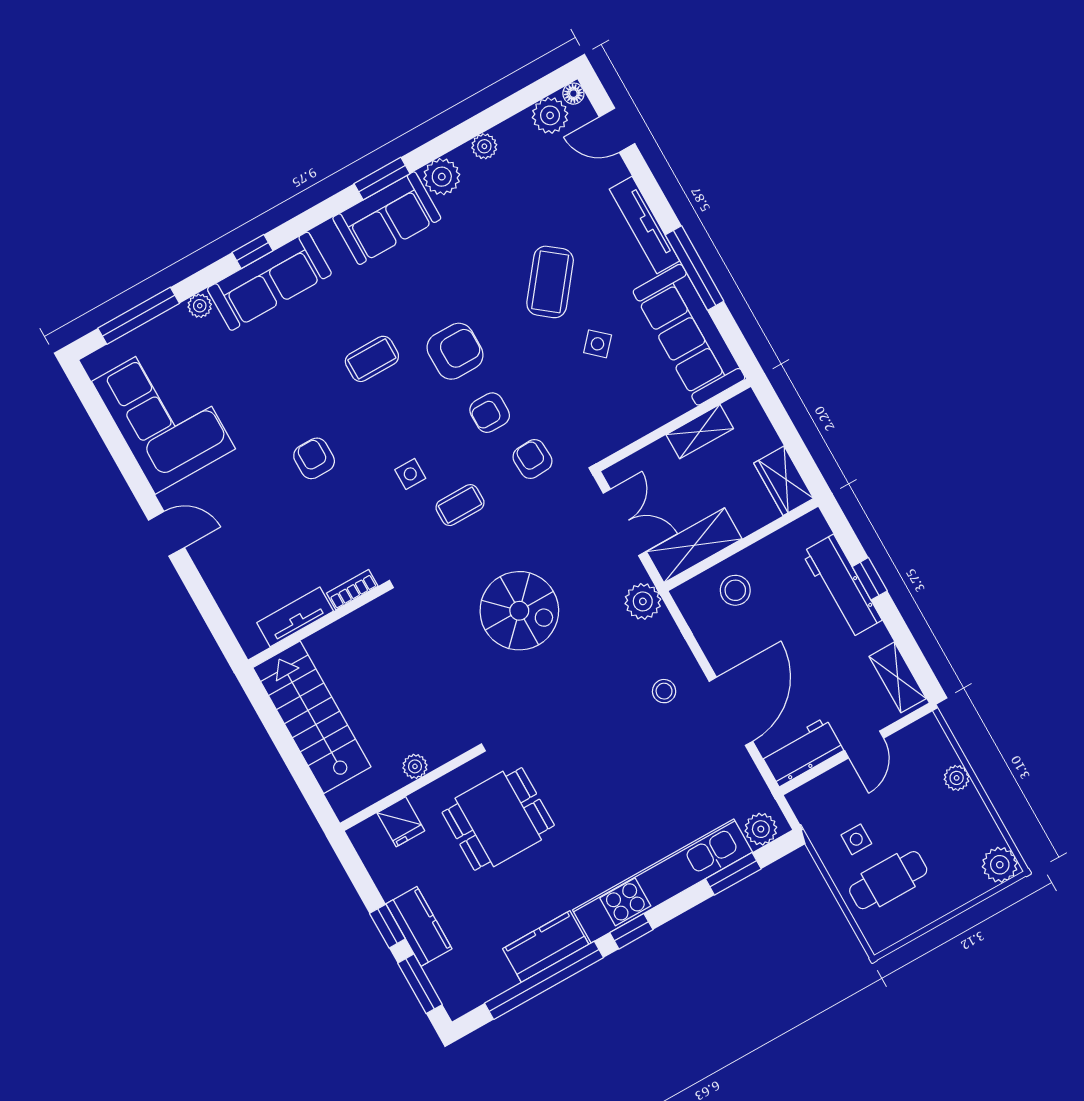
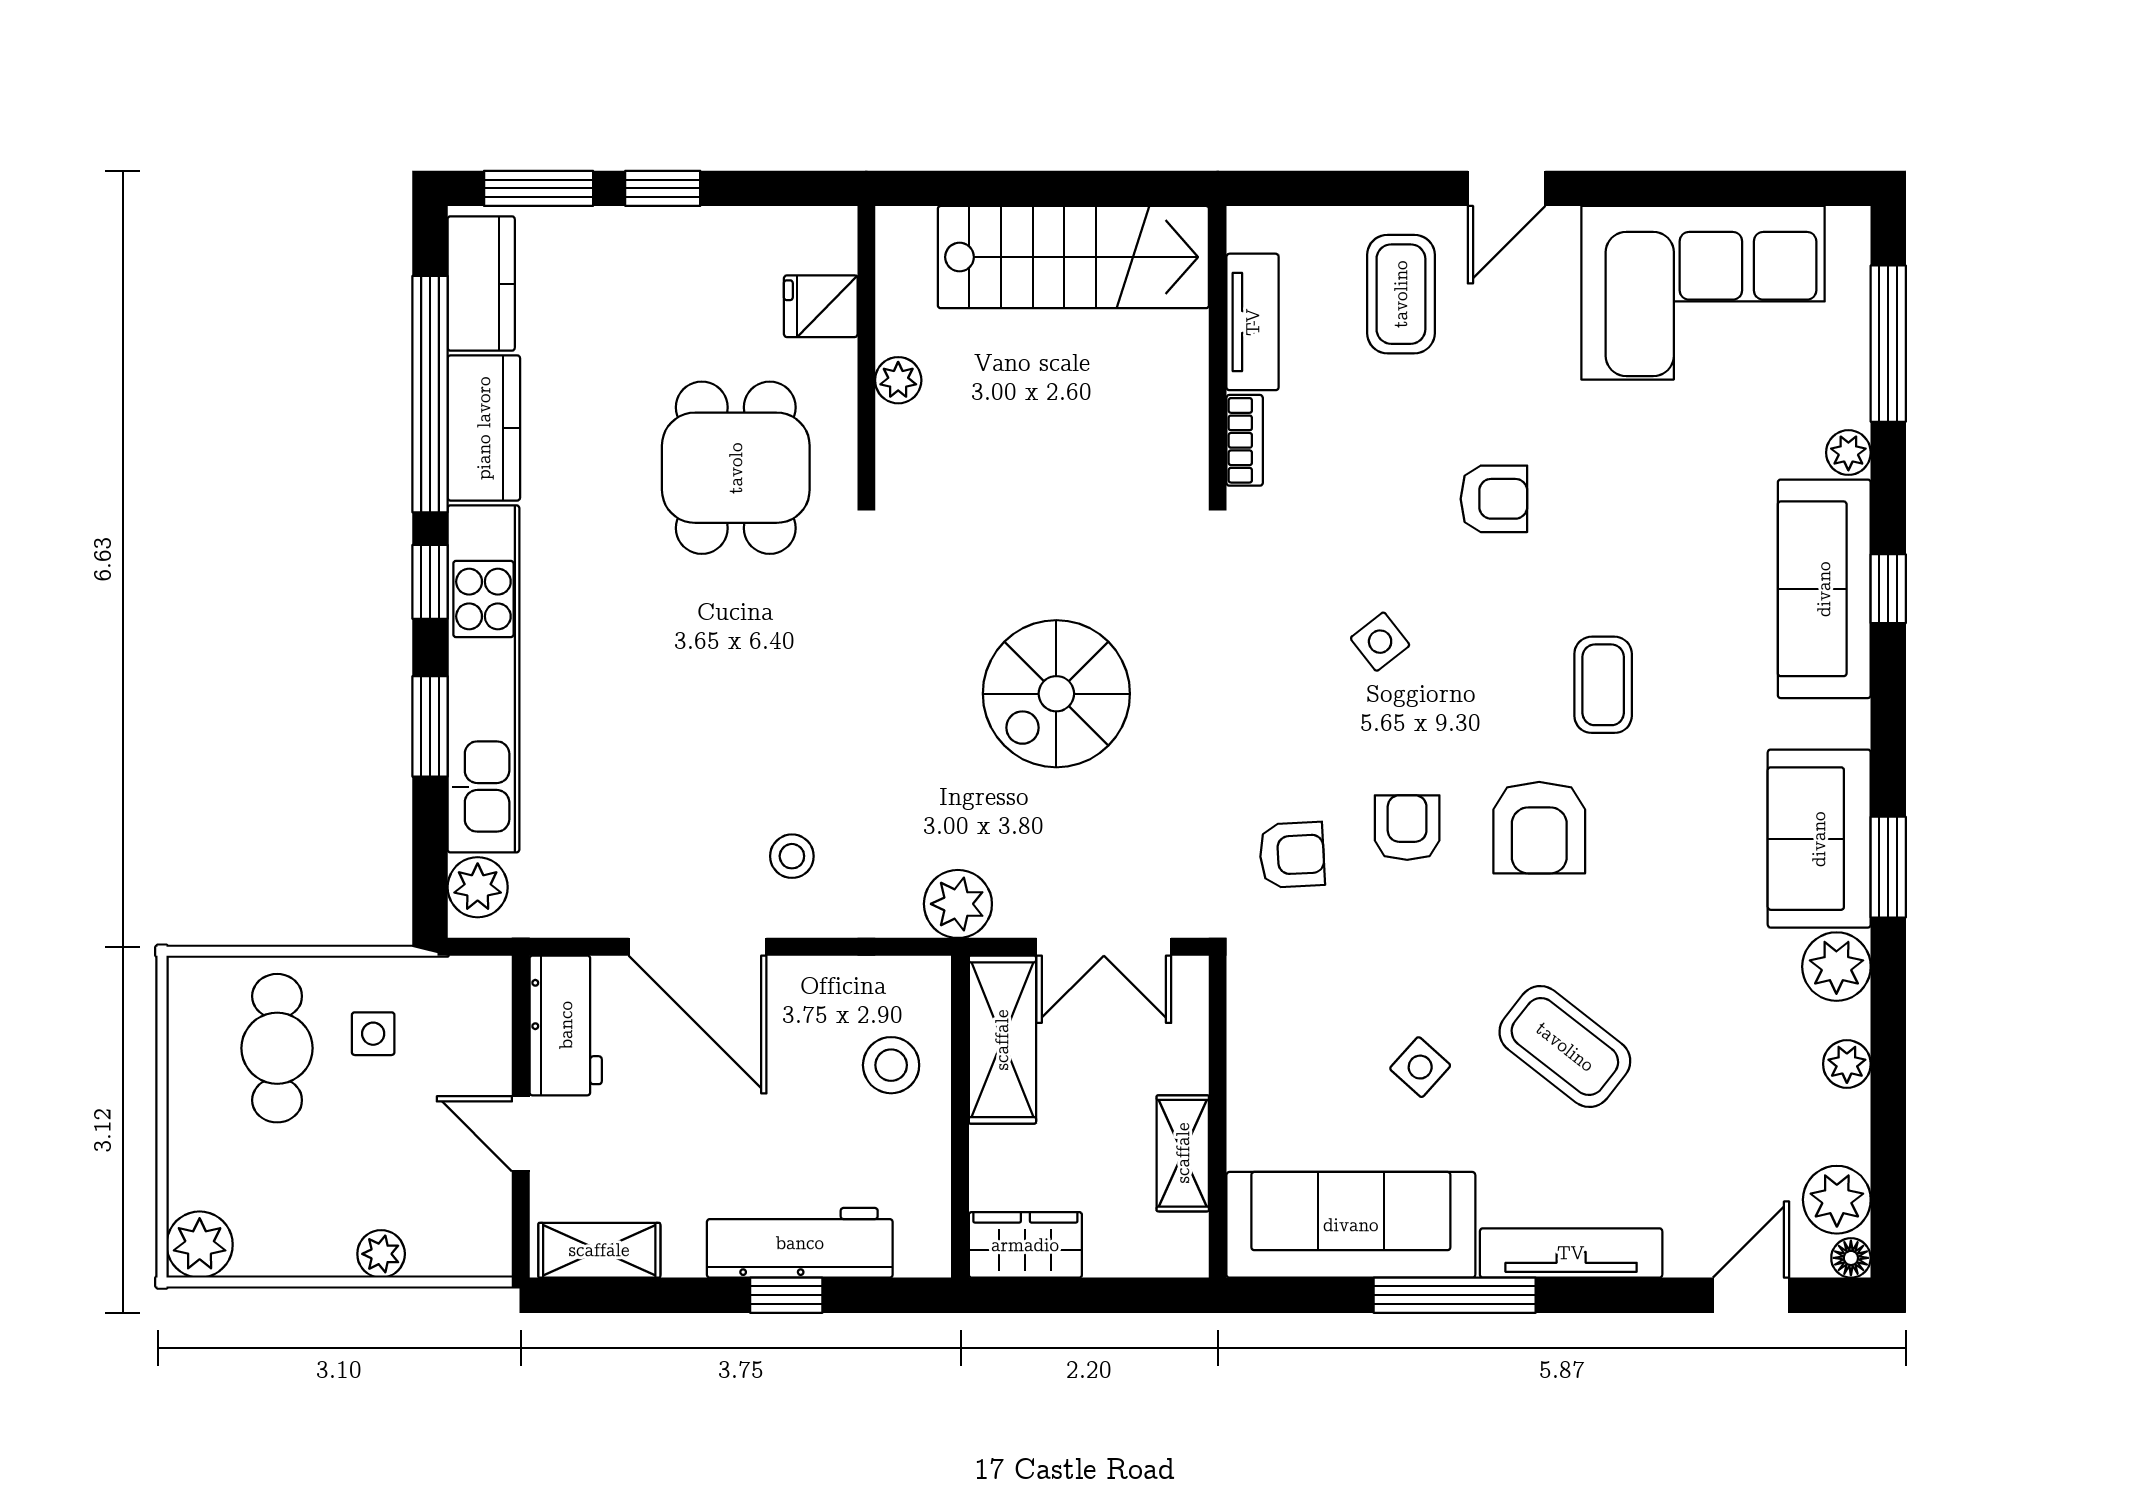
side table: (410, 474) -> (1380, 642), turned -38
coffee table: (460, 505) -> (1401, 294), moved, width x1.36, depth x1.30
window: (733, 874) -> (430, 726), moved
kitchen counter: (419, 926) -> (481, 284), moved, turned -90

